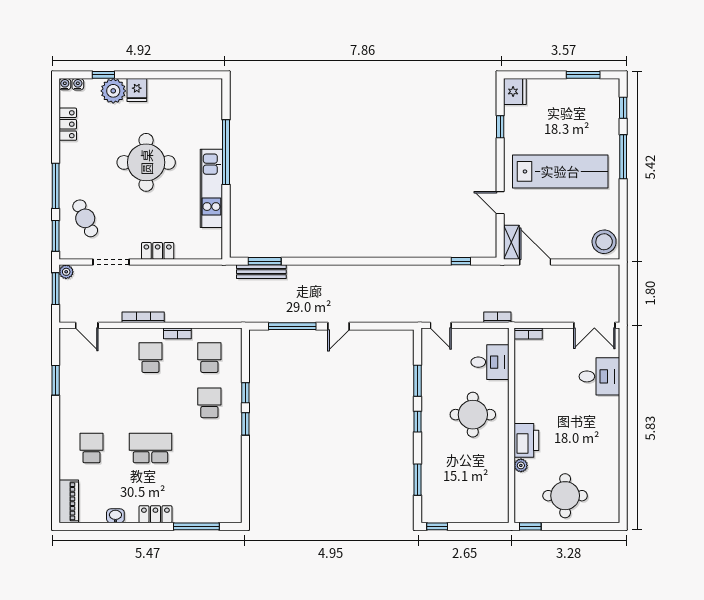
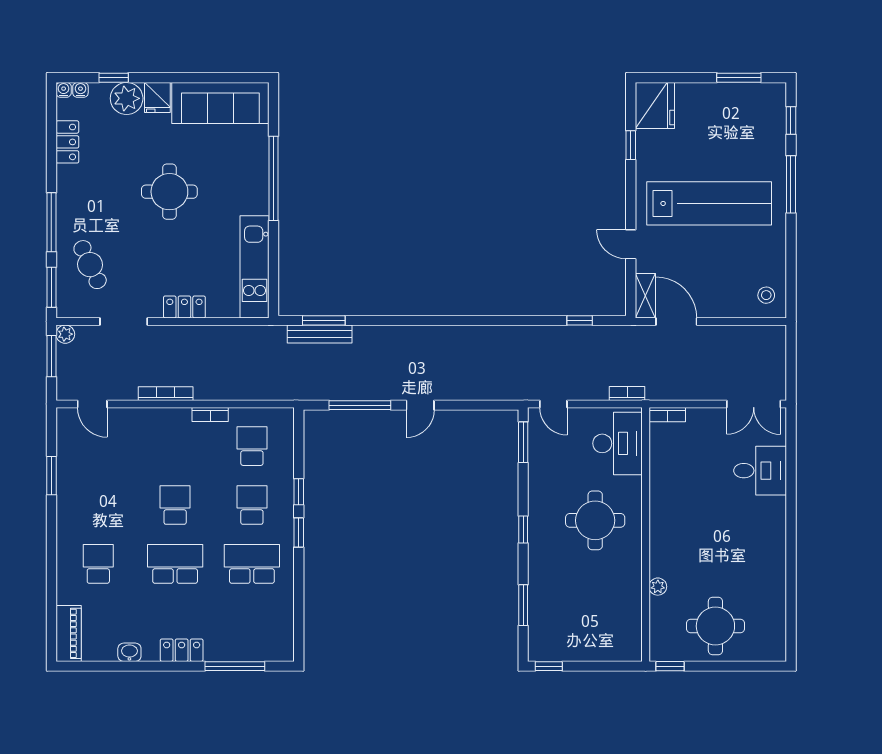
fridge: (515, 91) -> (655, 105), width x1.36, depth x1.34
sofa: (185, 94) -> (220, 103), added
round table: (146, 162) -> (169, 192), width x0.73, depth x0.73
kitchen unit: (211, 188) -> (255, 267), moved
stool: (604, 242) -> (766, 295), width x0.53, depth x0.53
school desk: (150, 358) -> (175, 505), moved
desk: (490, 362) -> (618, 443), width x1.37
window: (418, 381) -> (523, 442), moved
printer: (526, 440) -> (665, 554), removed
school desk: (209, 448) -> (252, 564), added

